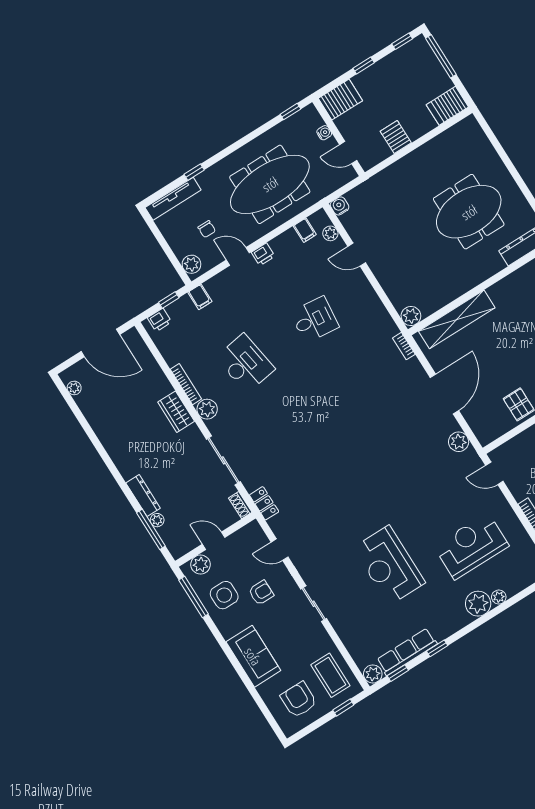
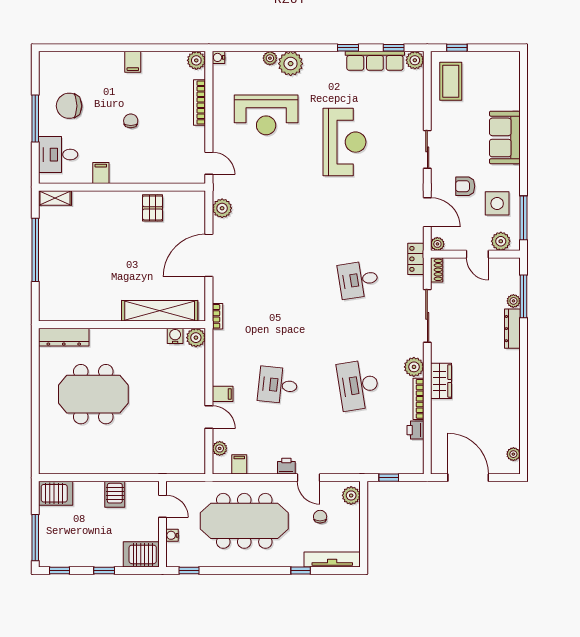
water cooler: (340, 206) -> (175, 336), moved, turned 180
filing cabinet: (200, 297) -> (223, 394), moved, turned 90
printer: (159, 320) -> (416, 430), moved, turned -90
desk: (302, 454) -> (358, 280), added
plant: (254, 528) -> (437, 244), added
door: (280, 550) -> (427, 212), width x1.37
armchair: (299, 700) -> (490, 78), removed

